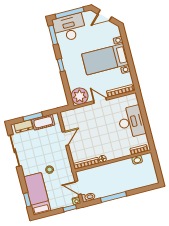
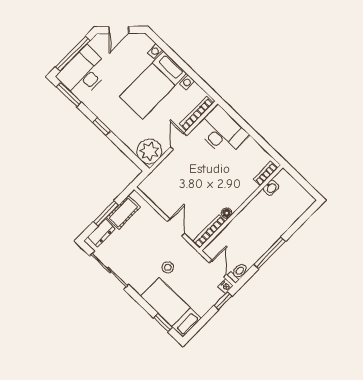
door: (100, 101) -> (179, 141), hinge flipped
desk: (131, 122) -> (222, 132), moved
door: (65, 139) -> (176, 228), moved
door: (78, 188) -> (218, 269), swing flipped

